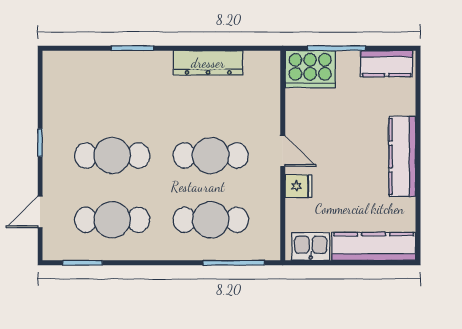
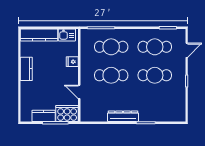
dresser: (208, 63) -> (123, 116), moved
kitchen counter: (387, 64) -> (44, 116), moved
door: (283, 151) -> (79, 92), moved
kitchen counter: (402, 157) -> (26, 69), width x0.67

